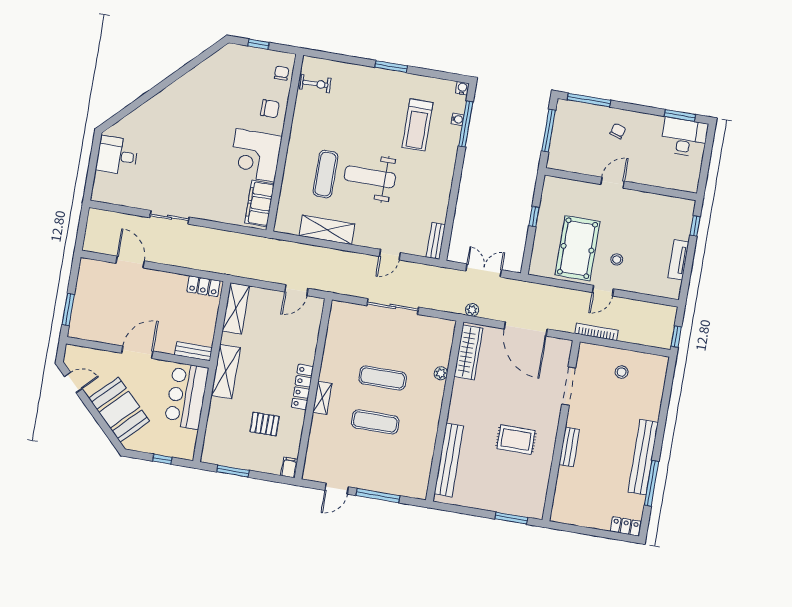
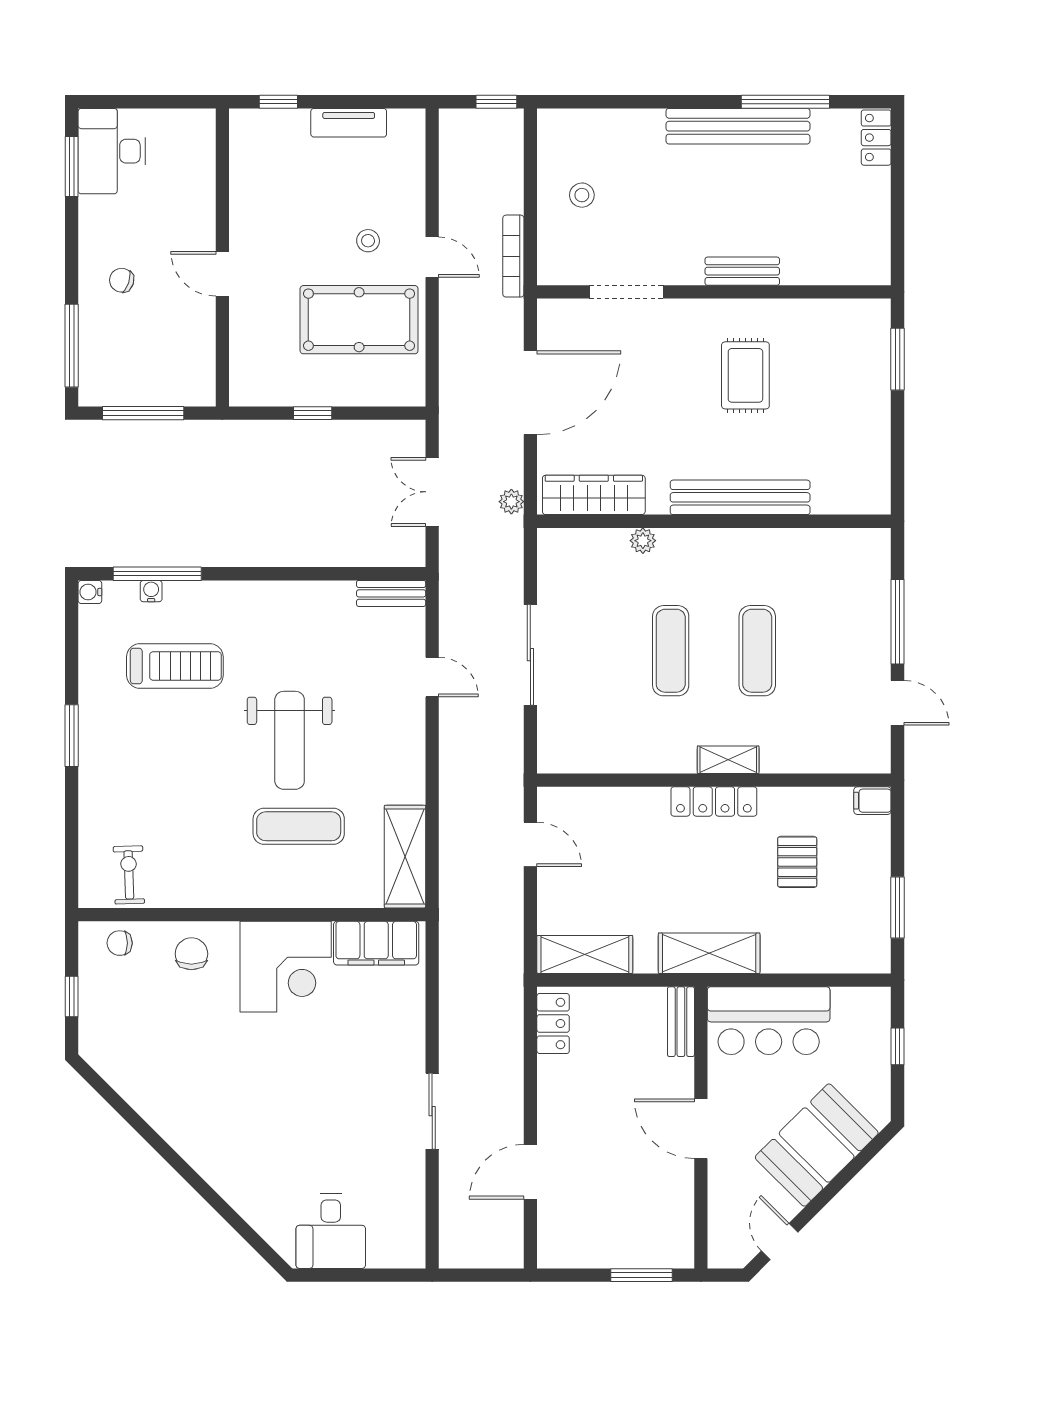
shelving: (327, 230) -> (405, 857), moved
bench: (449, 460) -> (740, 497), moved

